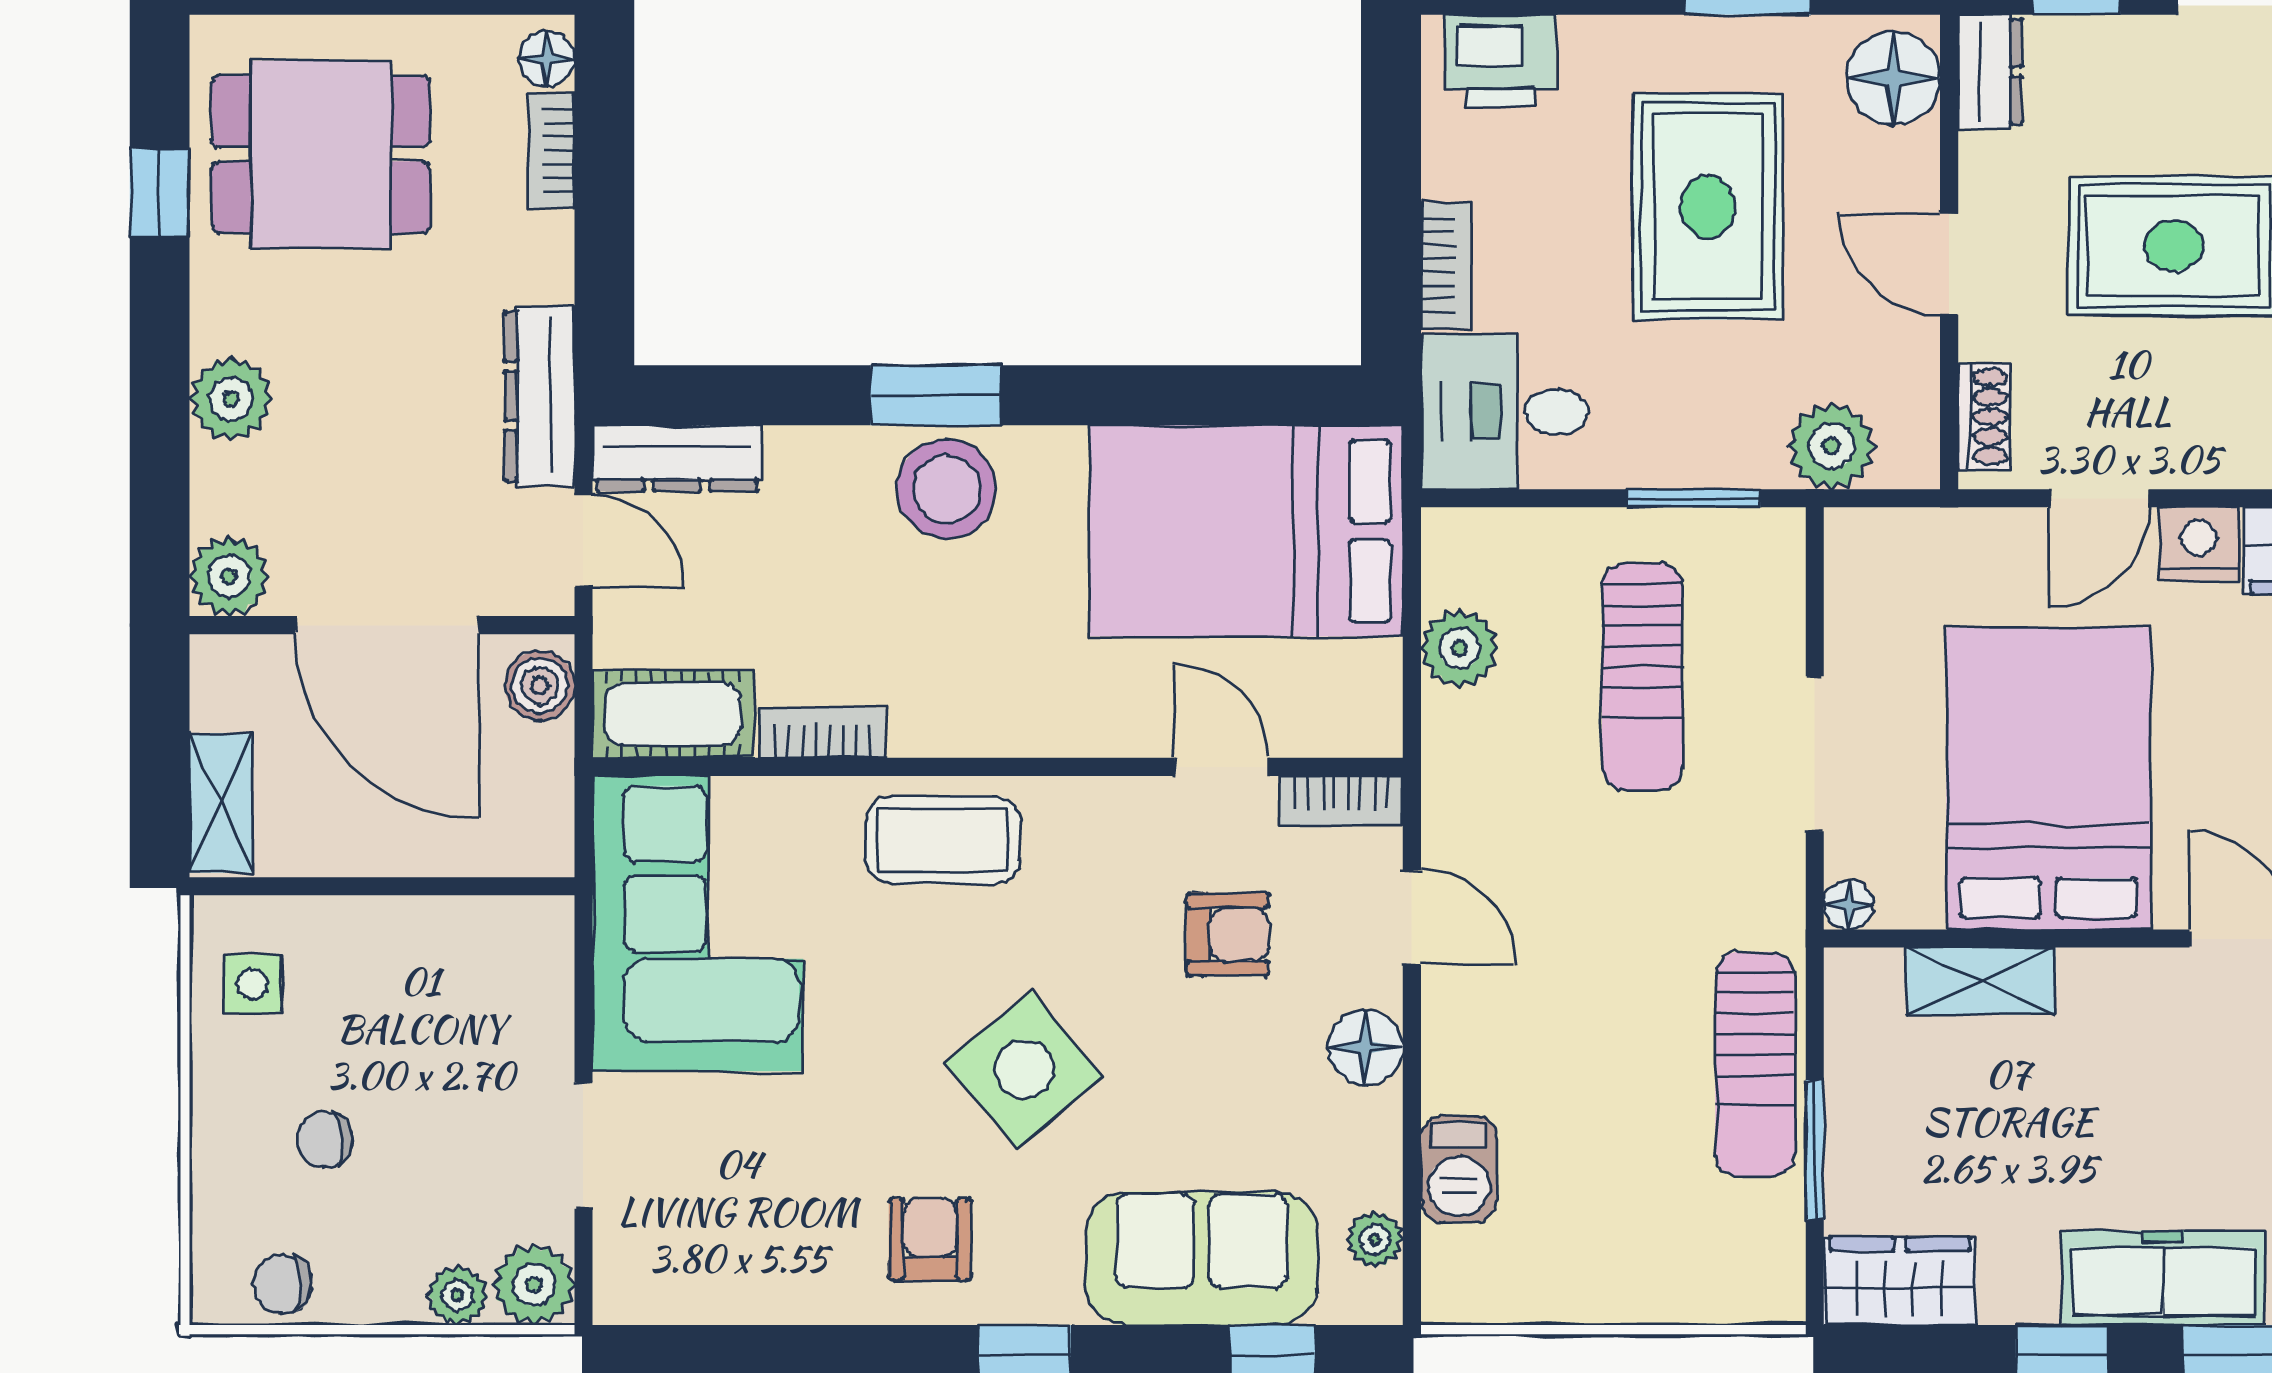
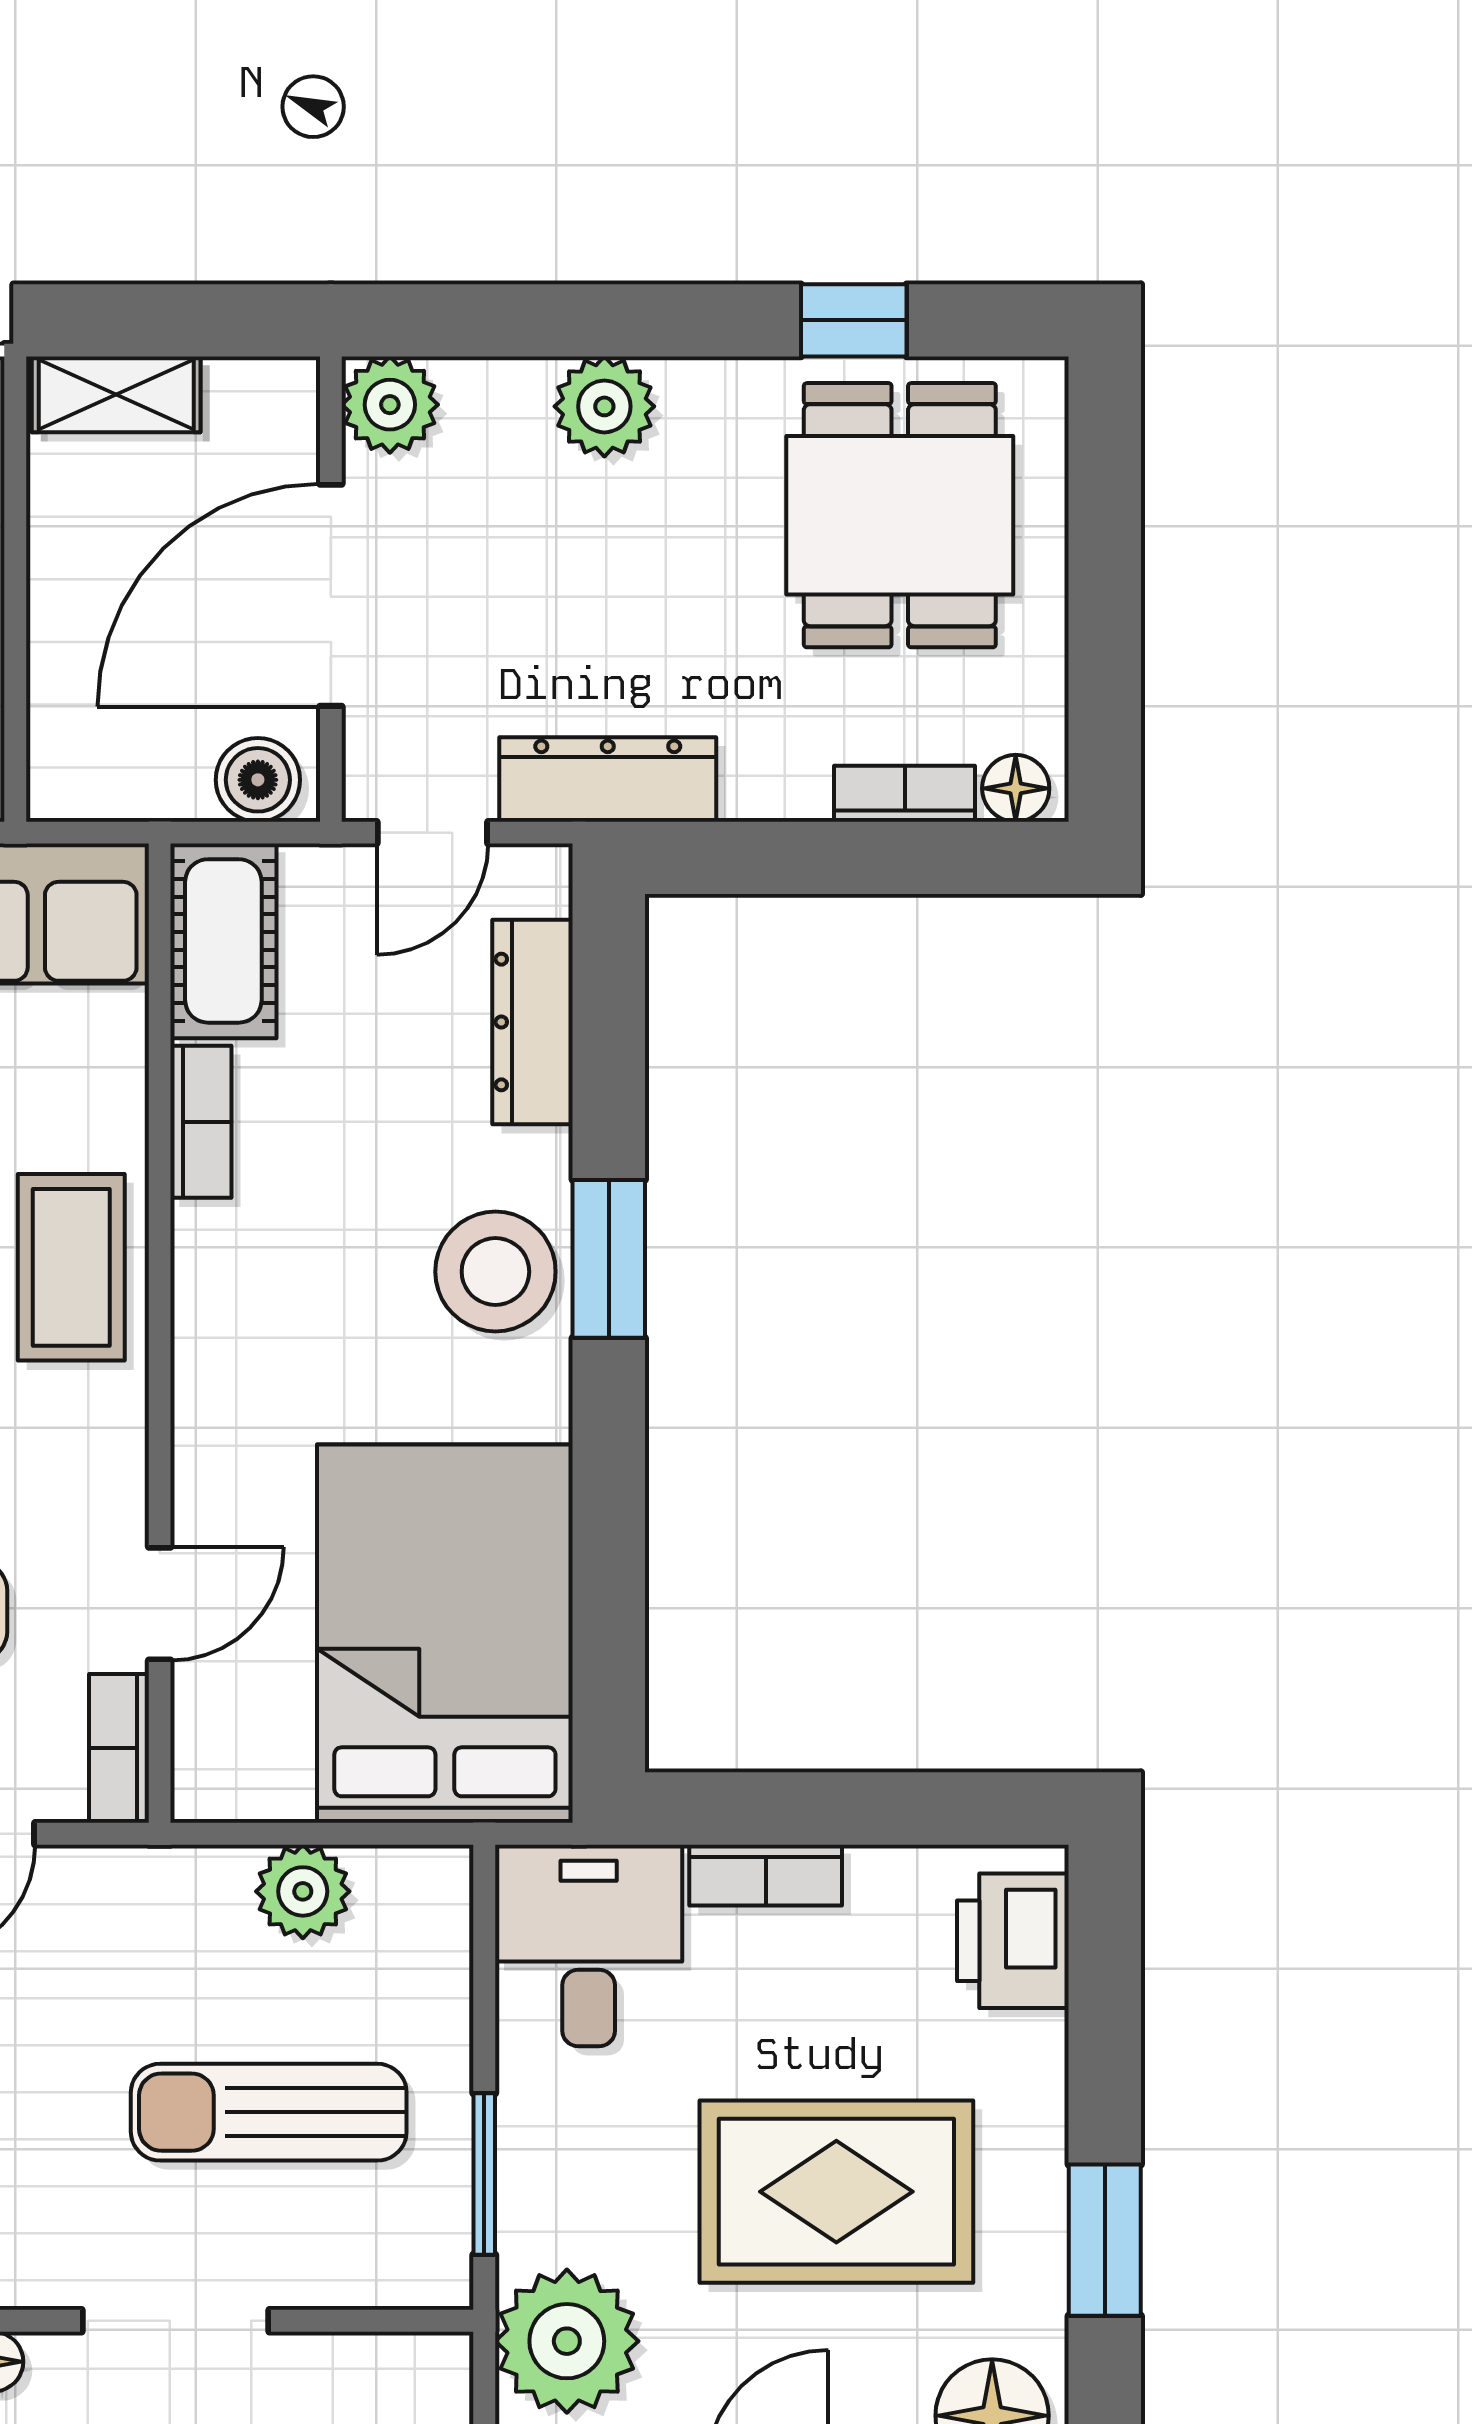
plant: (1832, 446) -> (567, 2341), width x1.36, depth x1.36
dresser: (677, 458) -> (533, 1022), moved

